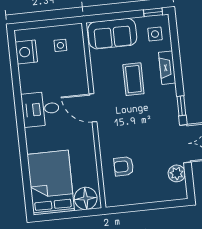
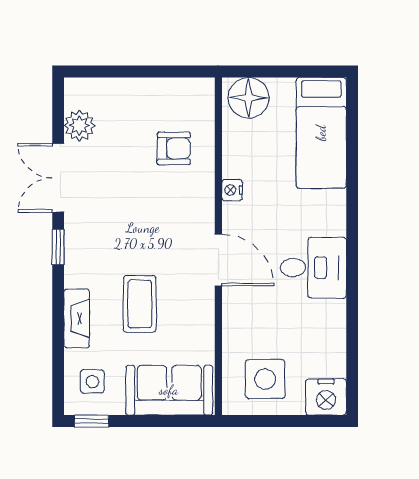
side table: (60, 45) -> (265, 379), width x1.87, depth x1.87
nightstand: (26, 52) -> (326, 397), moved, turned 90
nightstand: (89, 147) -> (232, 190), added
bed: (51, 183) -> (321, 133), width x0.67

